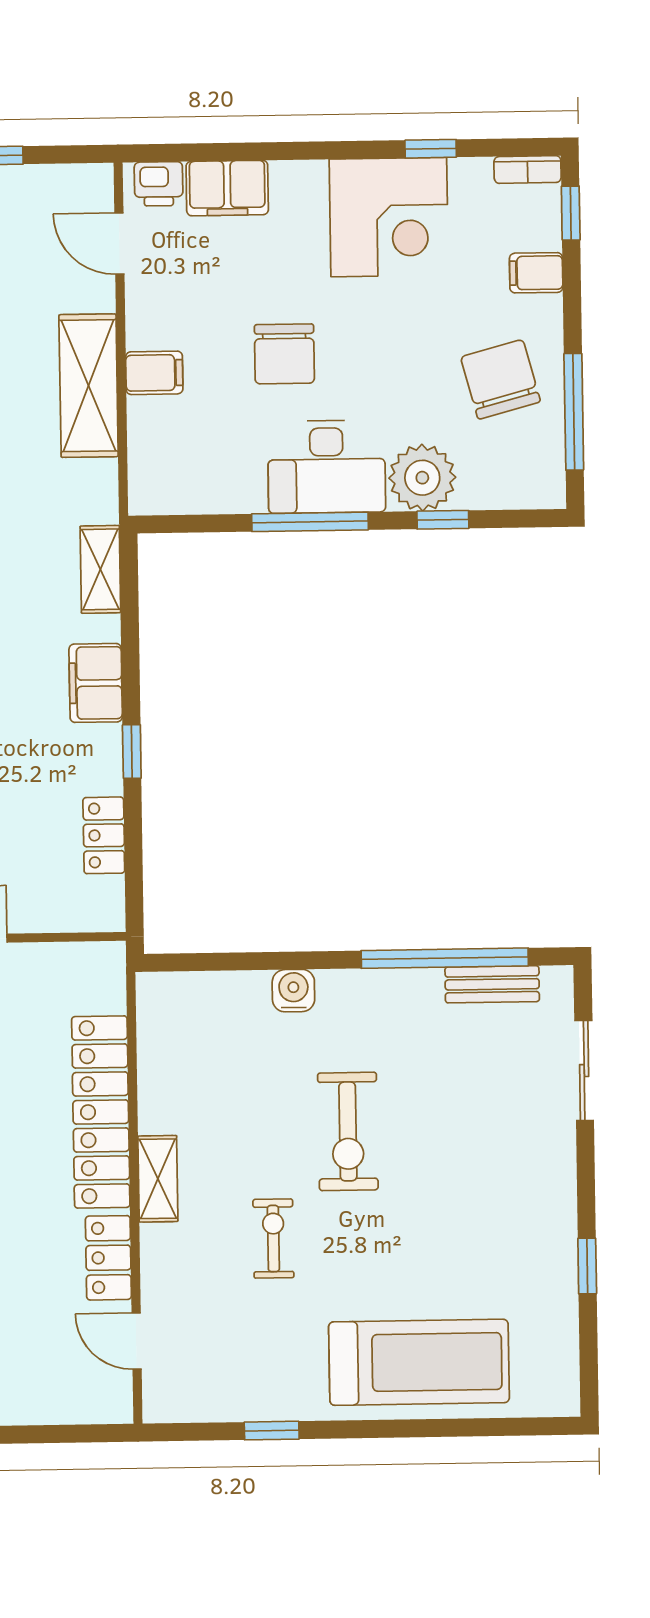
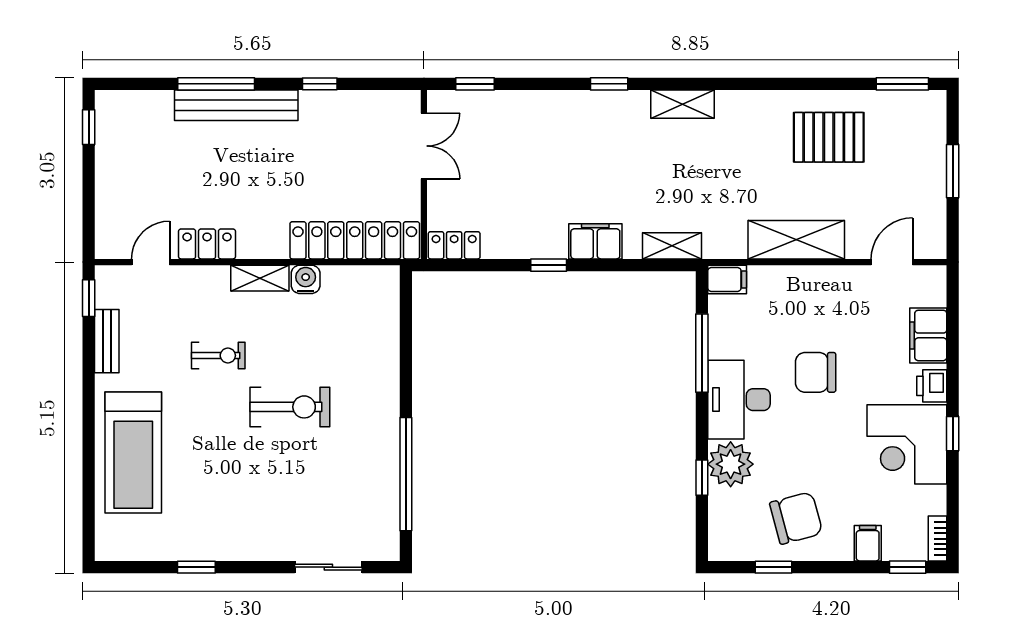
window: (431, 149) -> (953, 434), moved
printer: (159, 184) -> (932, 386), moved
filing cabinet: (154, 373) -> (727, 279), moved, turned -90
window: (574, 412) -> (773, 567), width x0.46
window: (310, 522) -> (702, 353), moved
locker: (104, 835) -> (454, 245), moved
bench: (492, 984) -> (107, 341), moved
water cooler: (293, 991) -> (306, 279), moved, turned -90
locker: (101, 1112) -> (355, 240), moved
exercise bike: (348, 1131) -> (290, 407), turned 180
window: (272, 1431) -> (89, 298), moved

